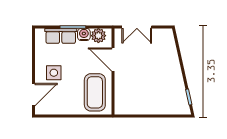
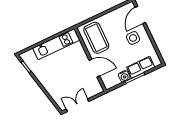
double door: (137, 27) -> (78, 105), moved
plant: (98, 36) -> (113, 80), removed
kitchen unit: (143, 106) -> (56, 44), added

